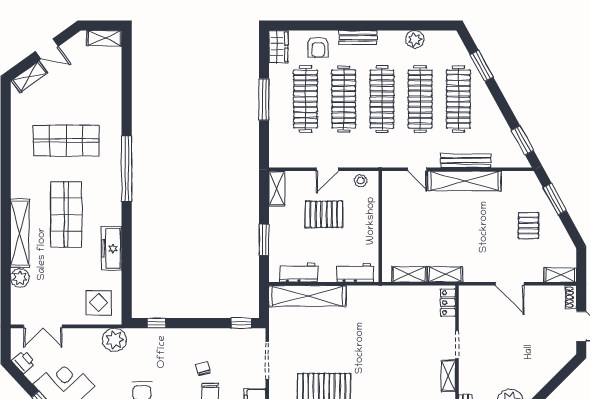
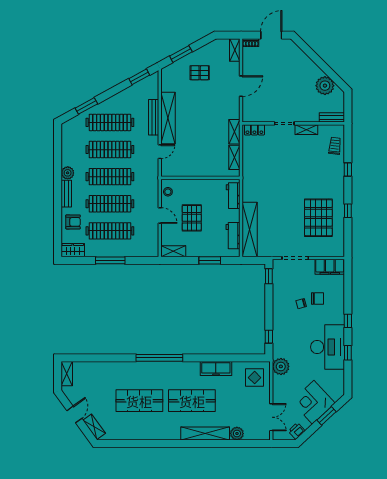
plant: (415, 39) -> (68, 173), moved
shop shelf: (66, 141) -> (139, 401), turned 90

